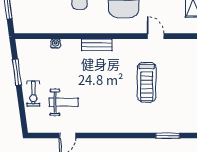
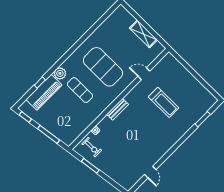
exercise bike: (33, 94) -> (92, 147), moved
weight bench: (64, 102) -> (131, 157), removed

